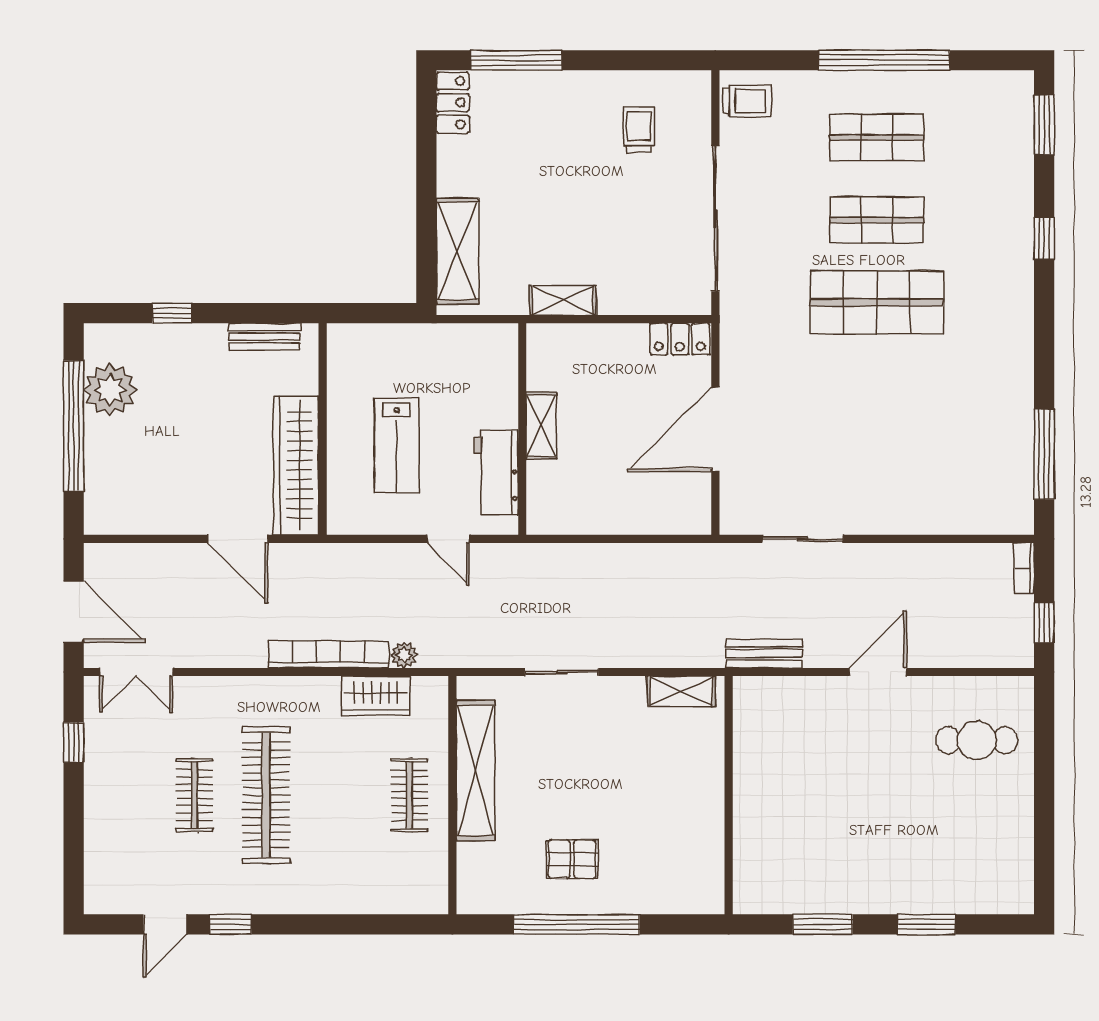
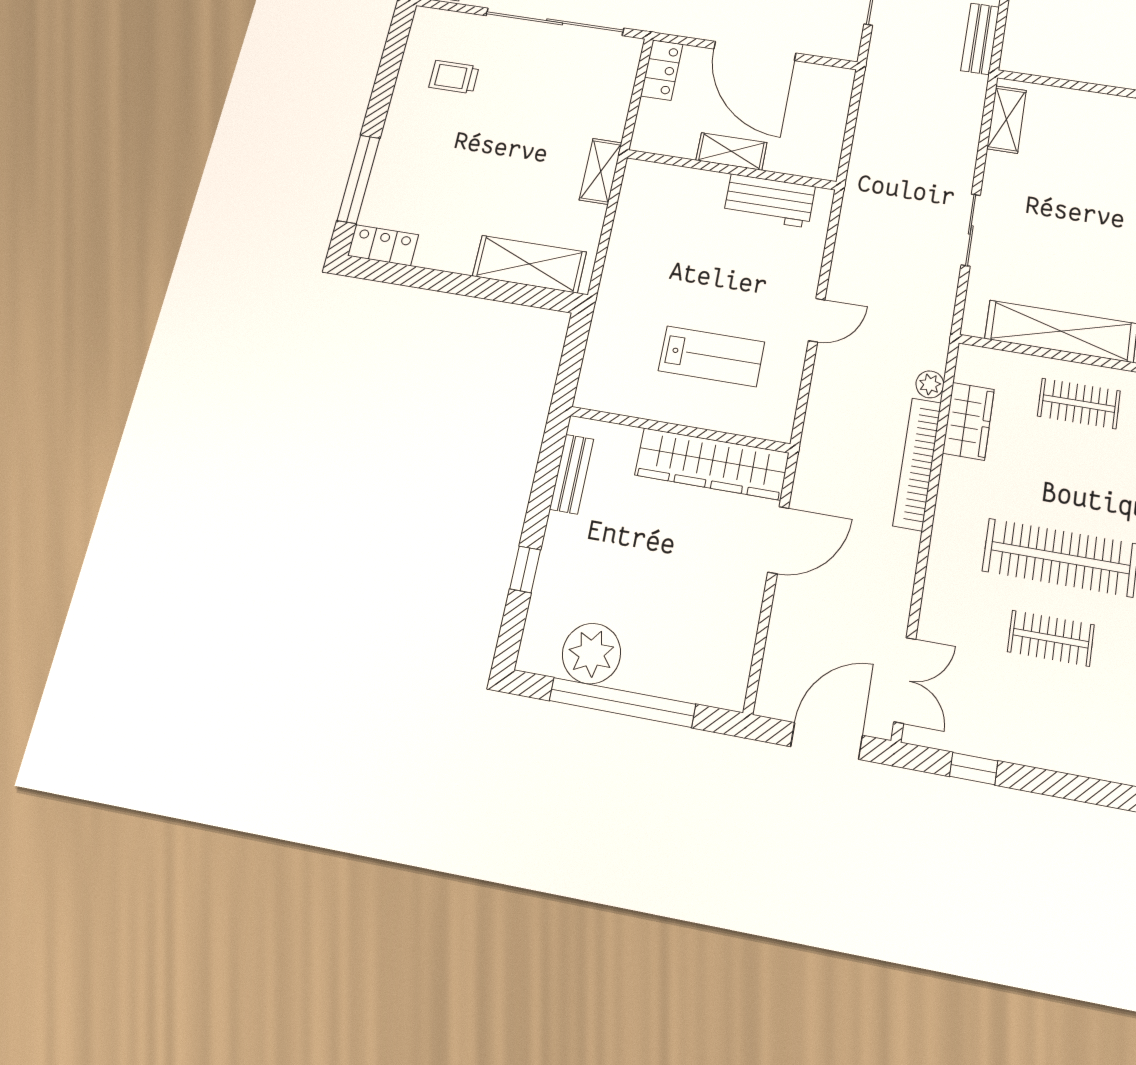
shelving: (541, 426) -> (731, 151), moved
wall: (522, 429) -> (731, 170), moved
workbench: (496, 472) -> (769, 201), moved

